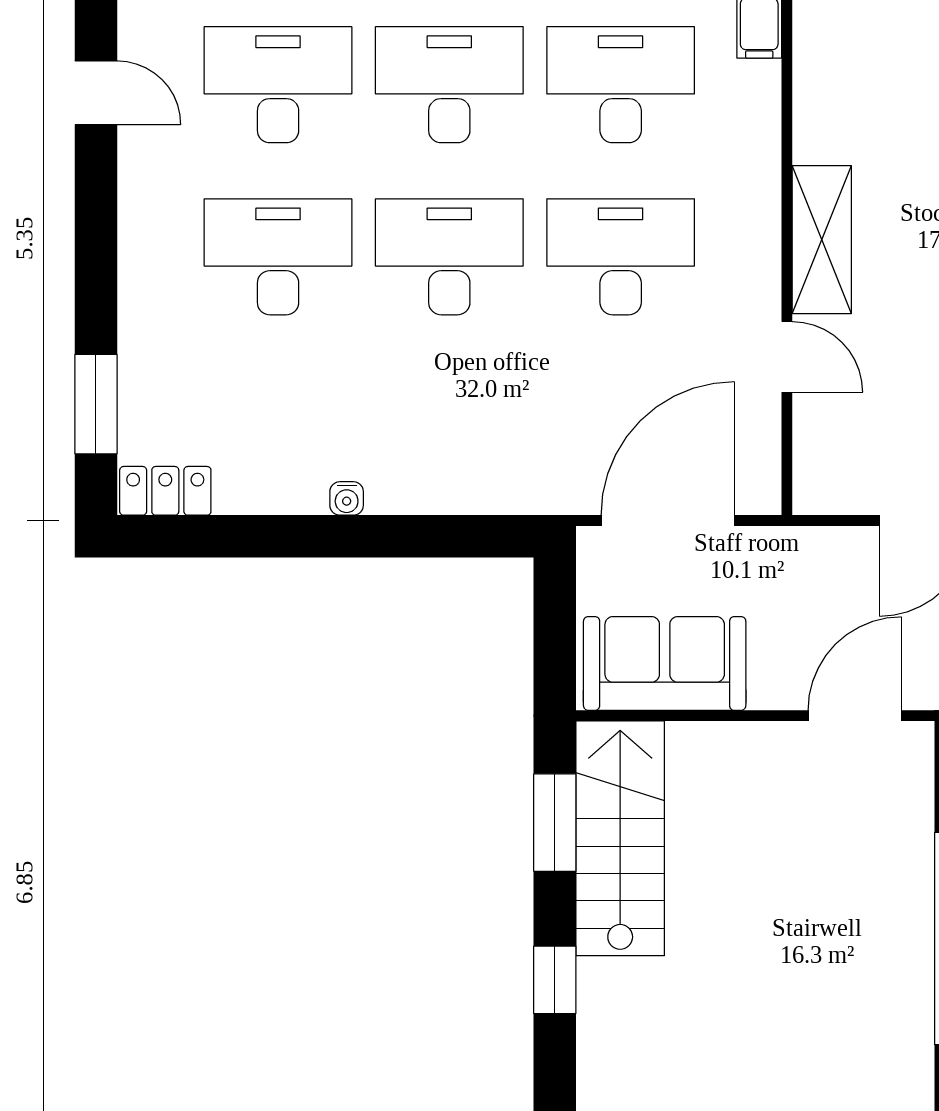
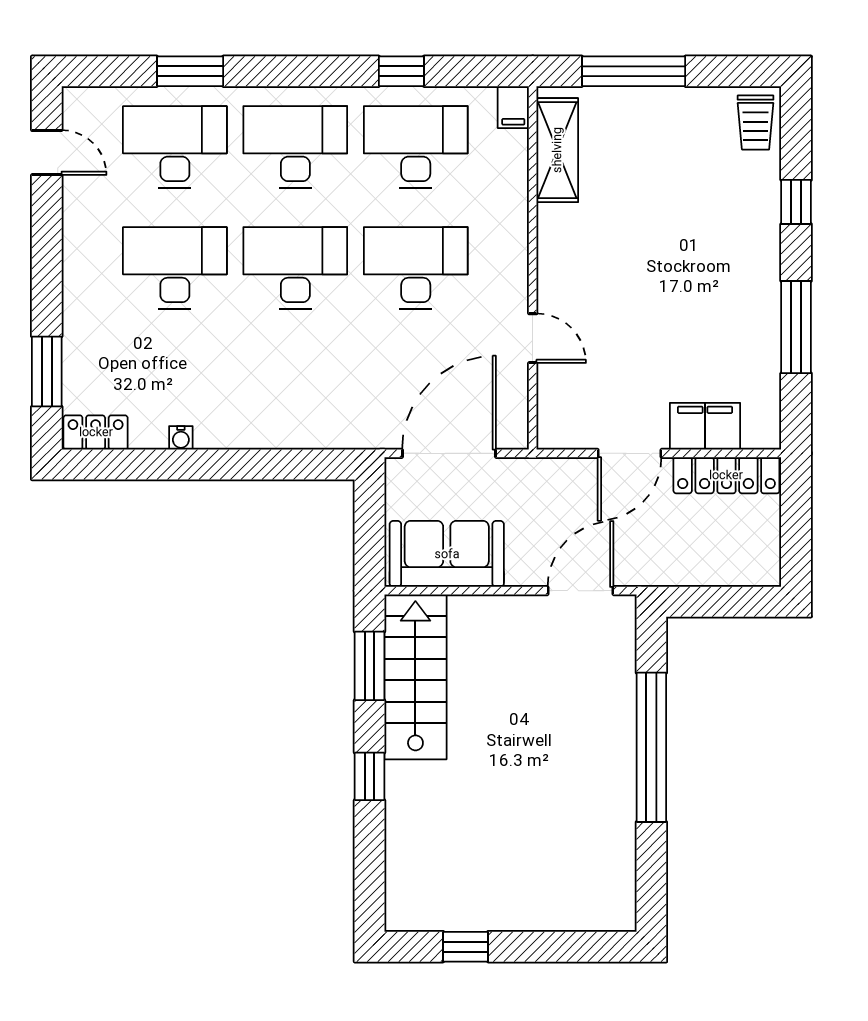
shelving: (822, 240) -> (557, 150), moved
water cooler: (347, 498) -> (181, 438), moved

